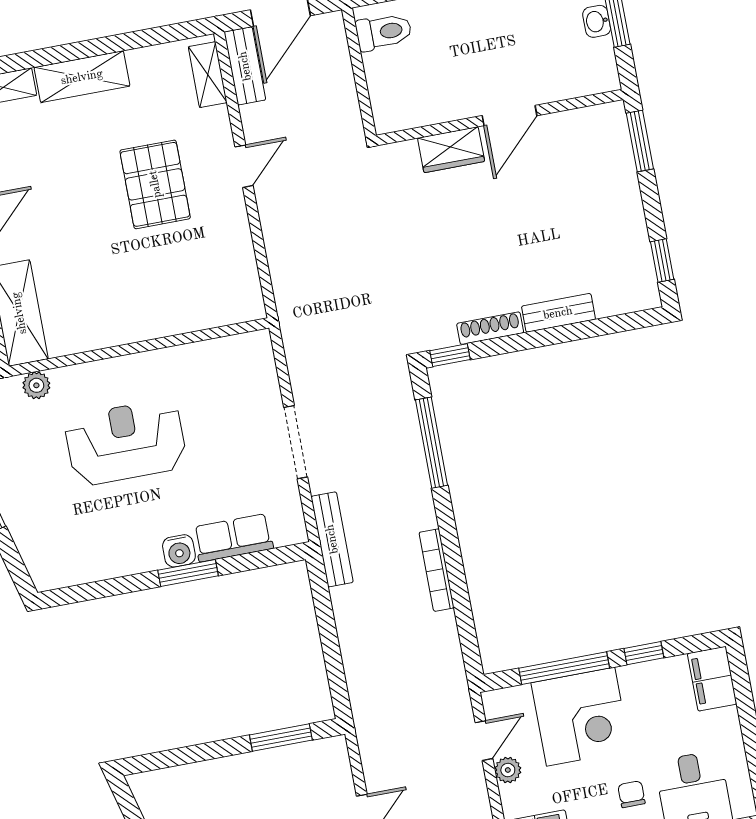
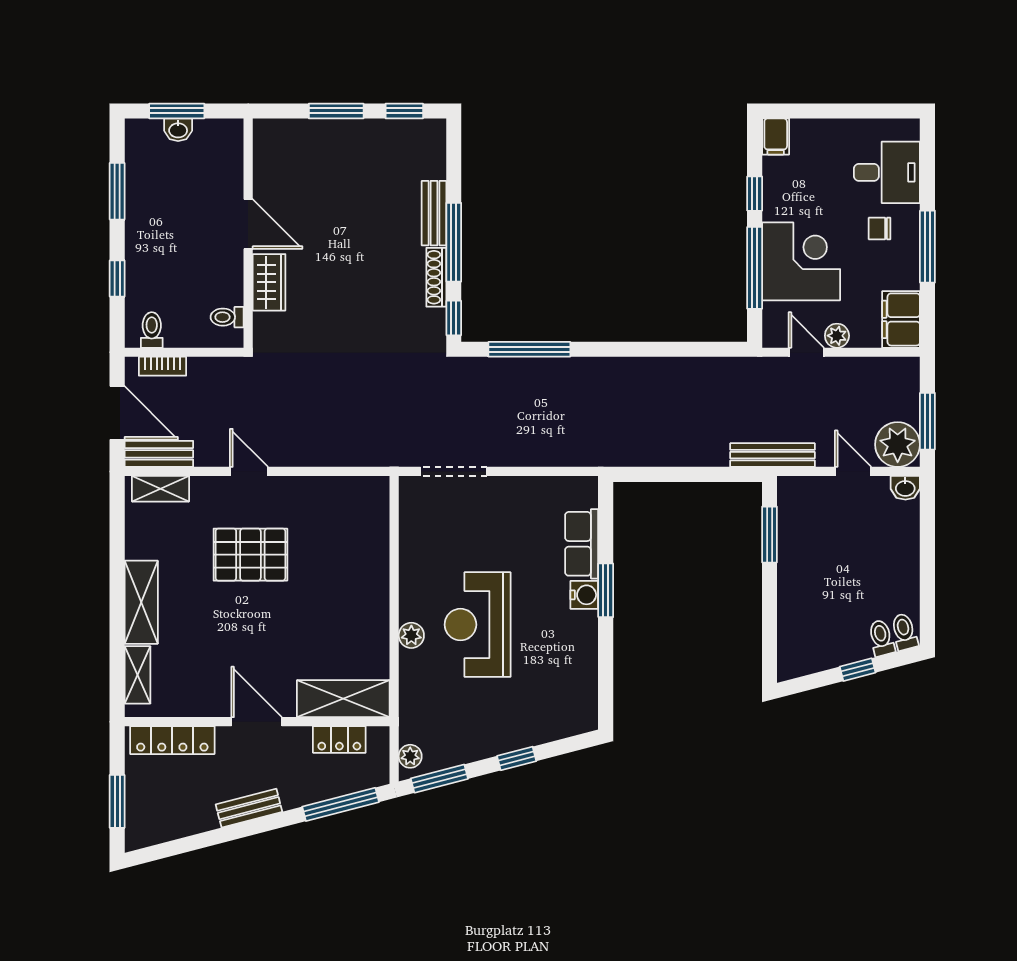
toilet: (384, 32) -> (152, 330), width x0.73, depth x0.72
toilet: (405, 112) -> (227, 317), added
window: (640, 141) -> (336, 111), moved
window: (531, 340) -> (454, 242), added
plant: (36, 385) -> (411, 635), moved
doorway: (296, 442) -> (454, 471), moved
bench: (332, 539) -> (772, 455), moved
bookcase: (437, 570) -> (162, 366), moved, width x0.64
filing cabinet: (712, 679) -> (776, 136), width x0.50

